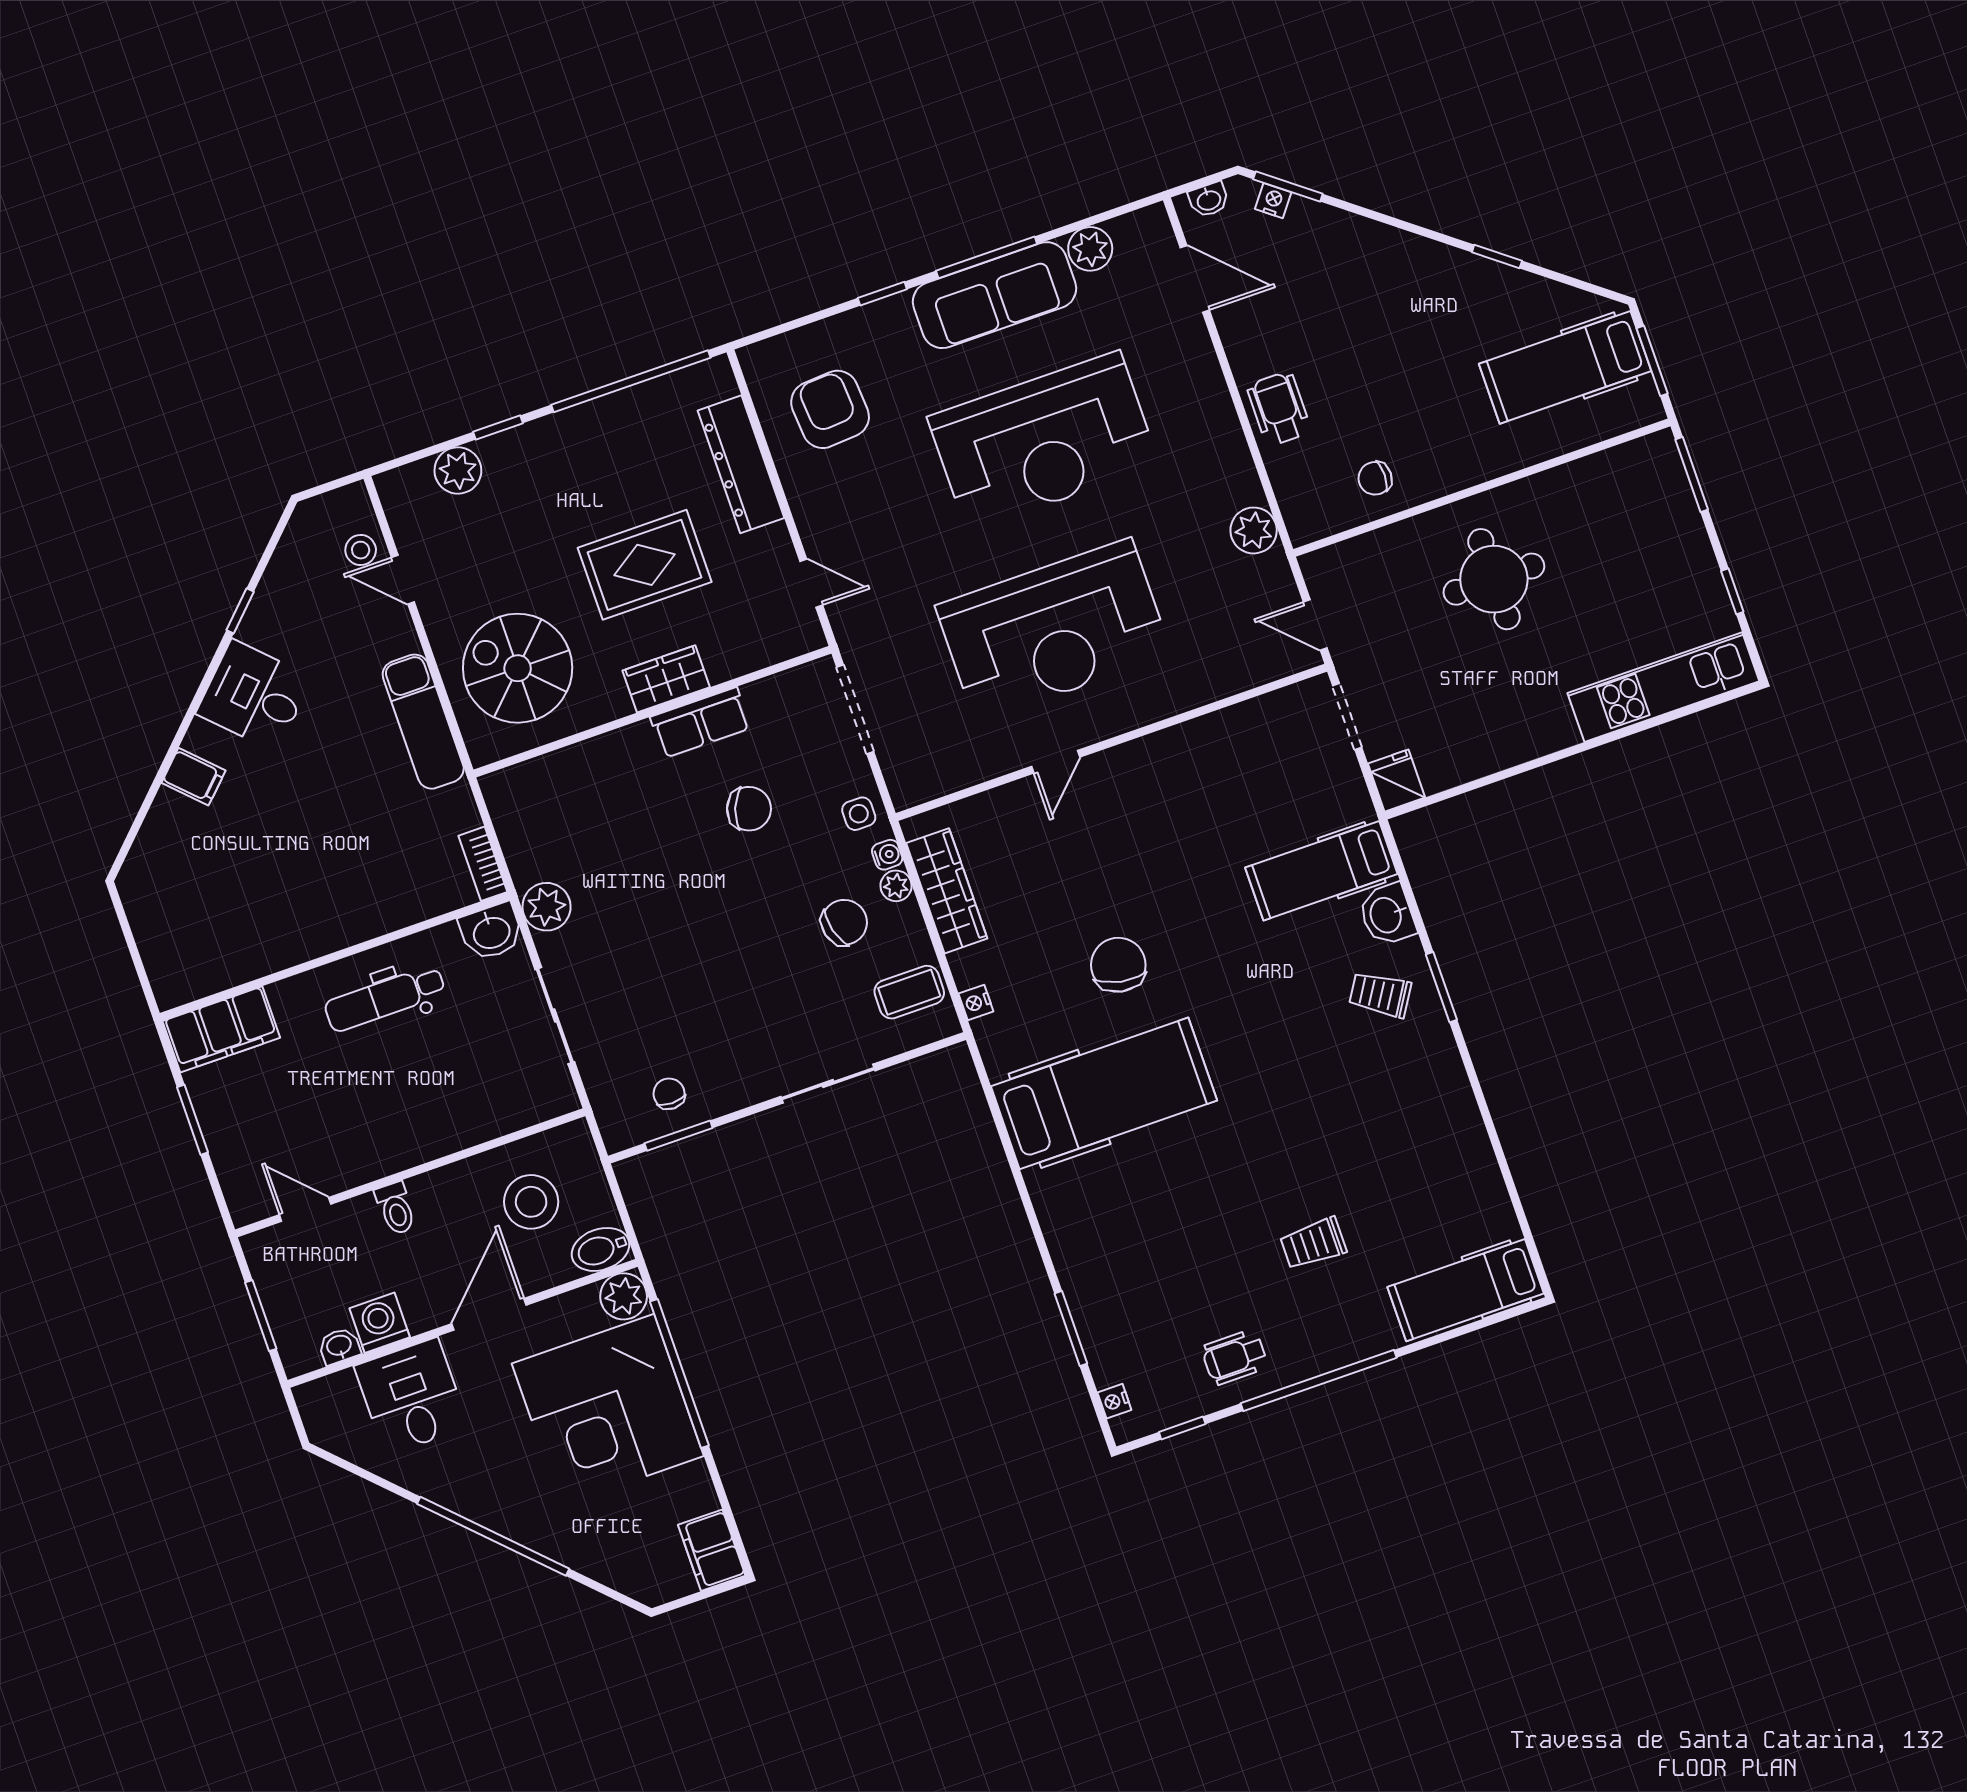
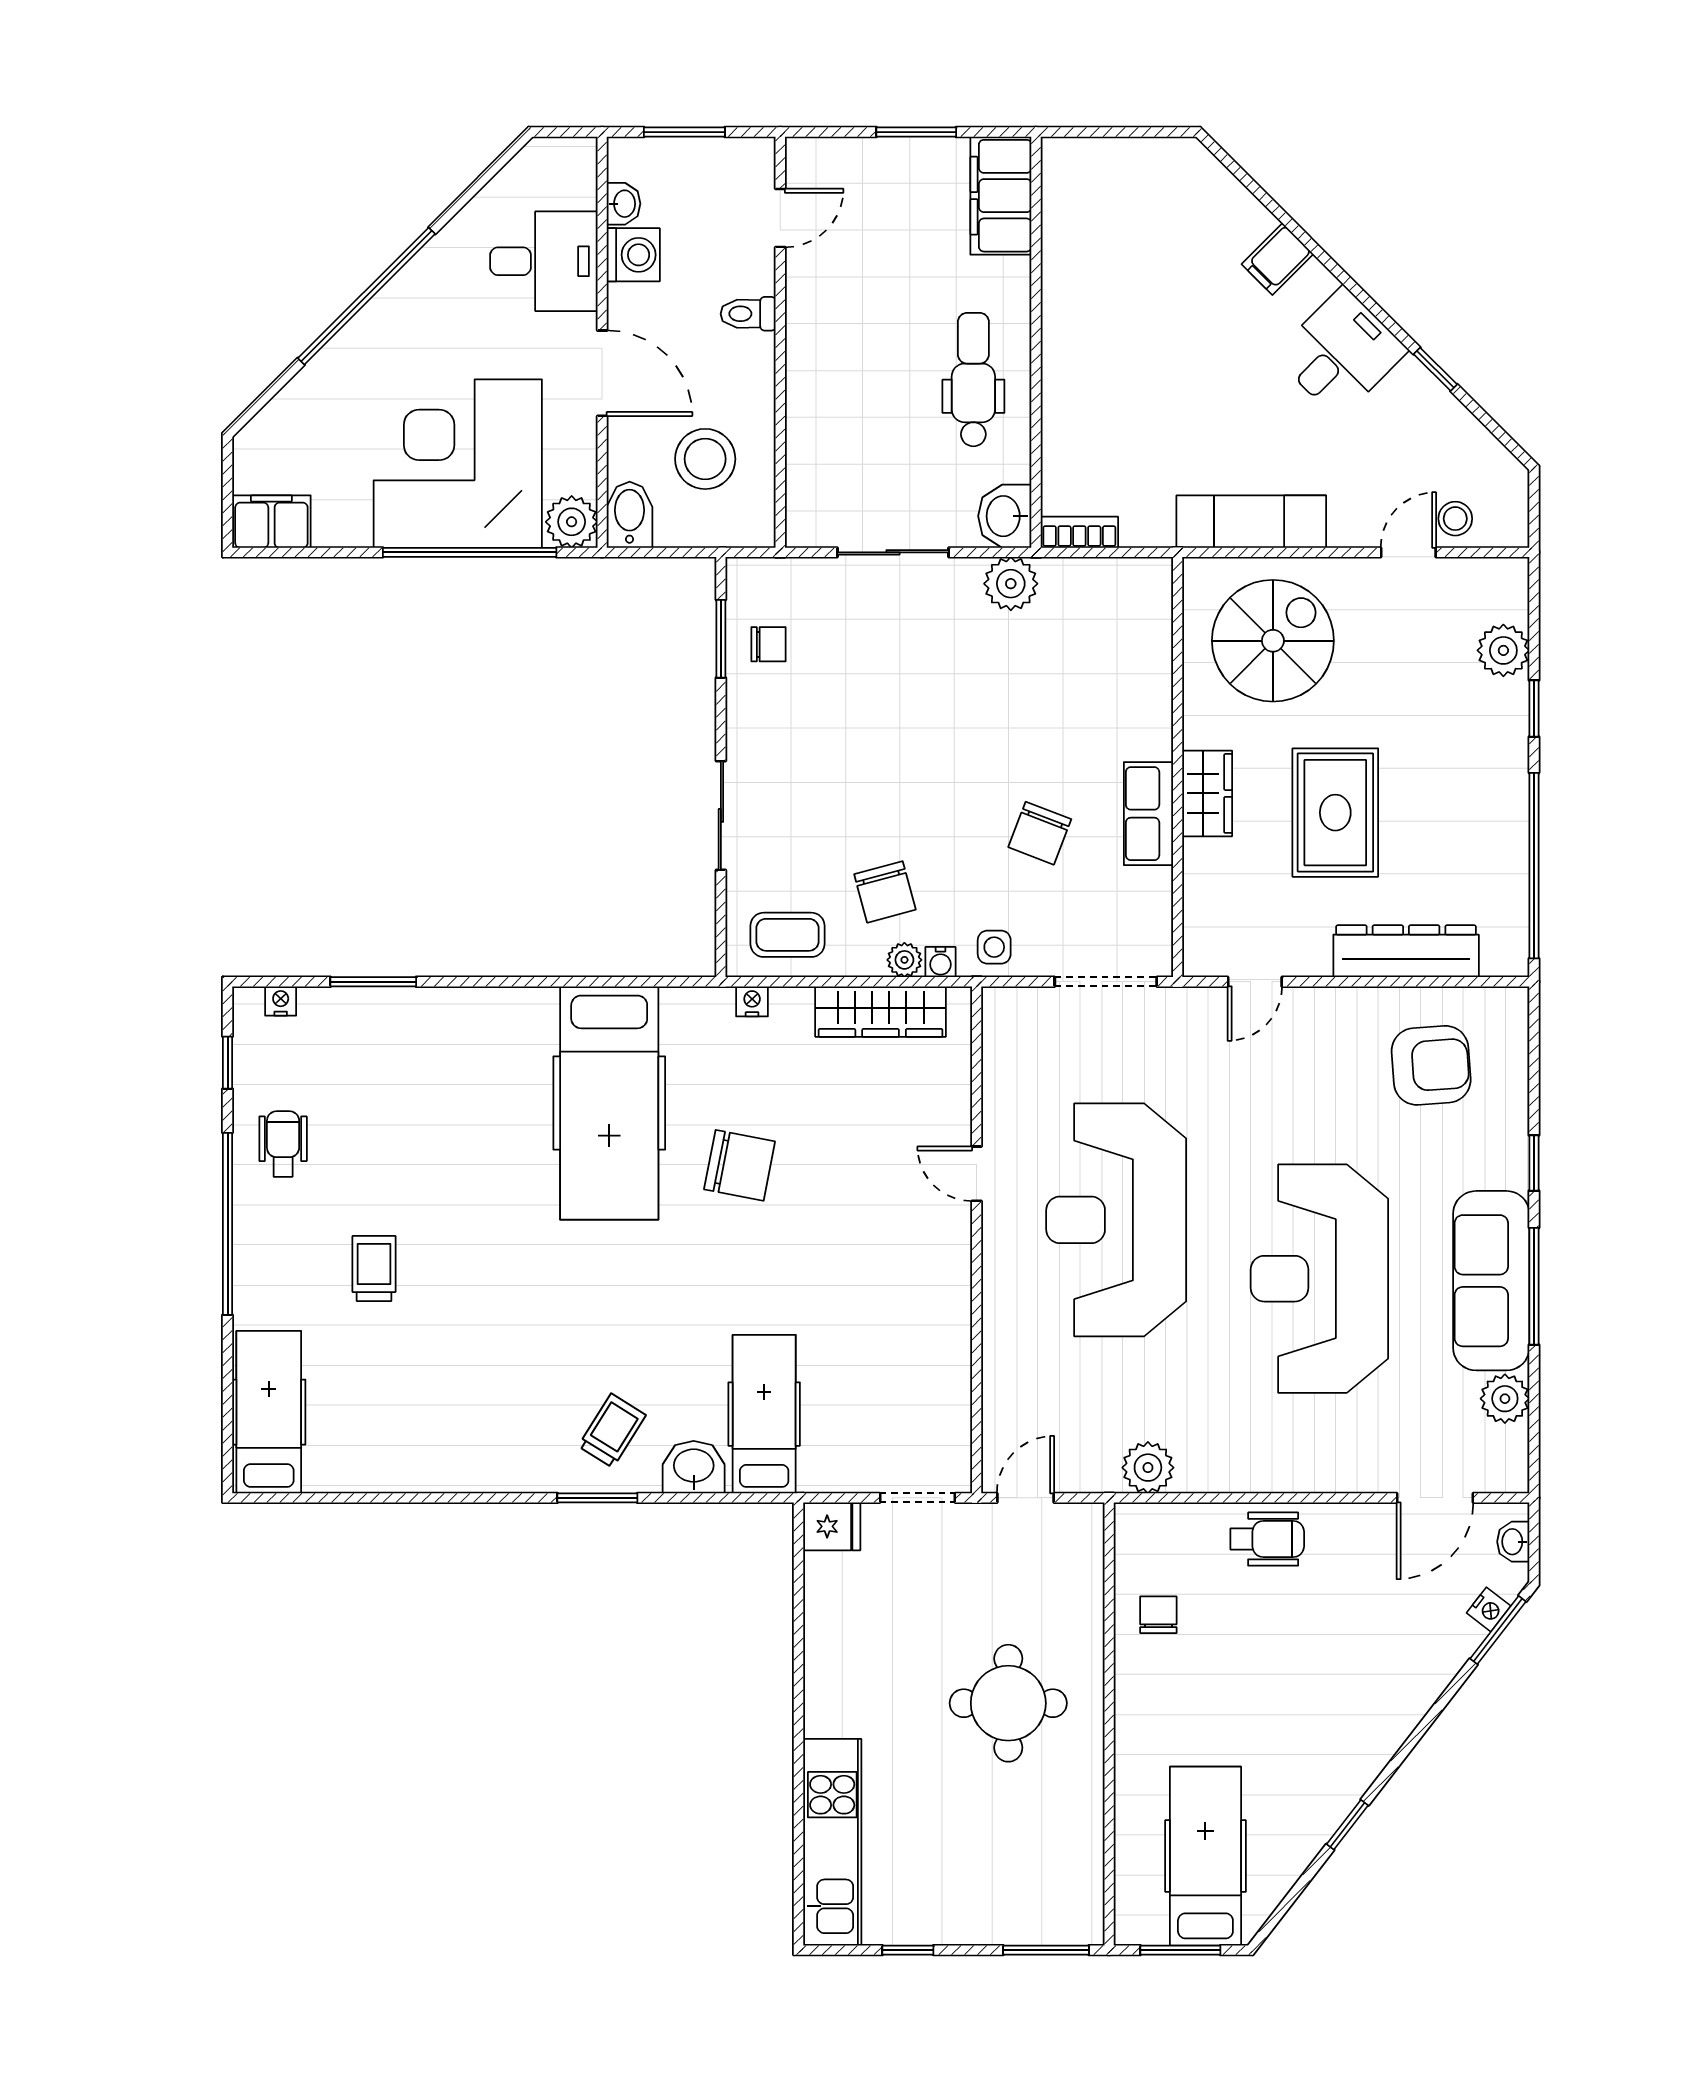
coffee table: (909, 992) -> (787, 935), turned 90

